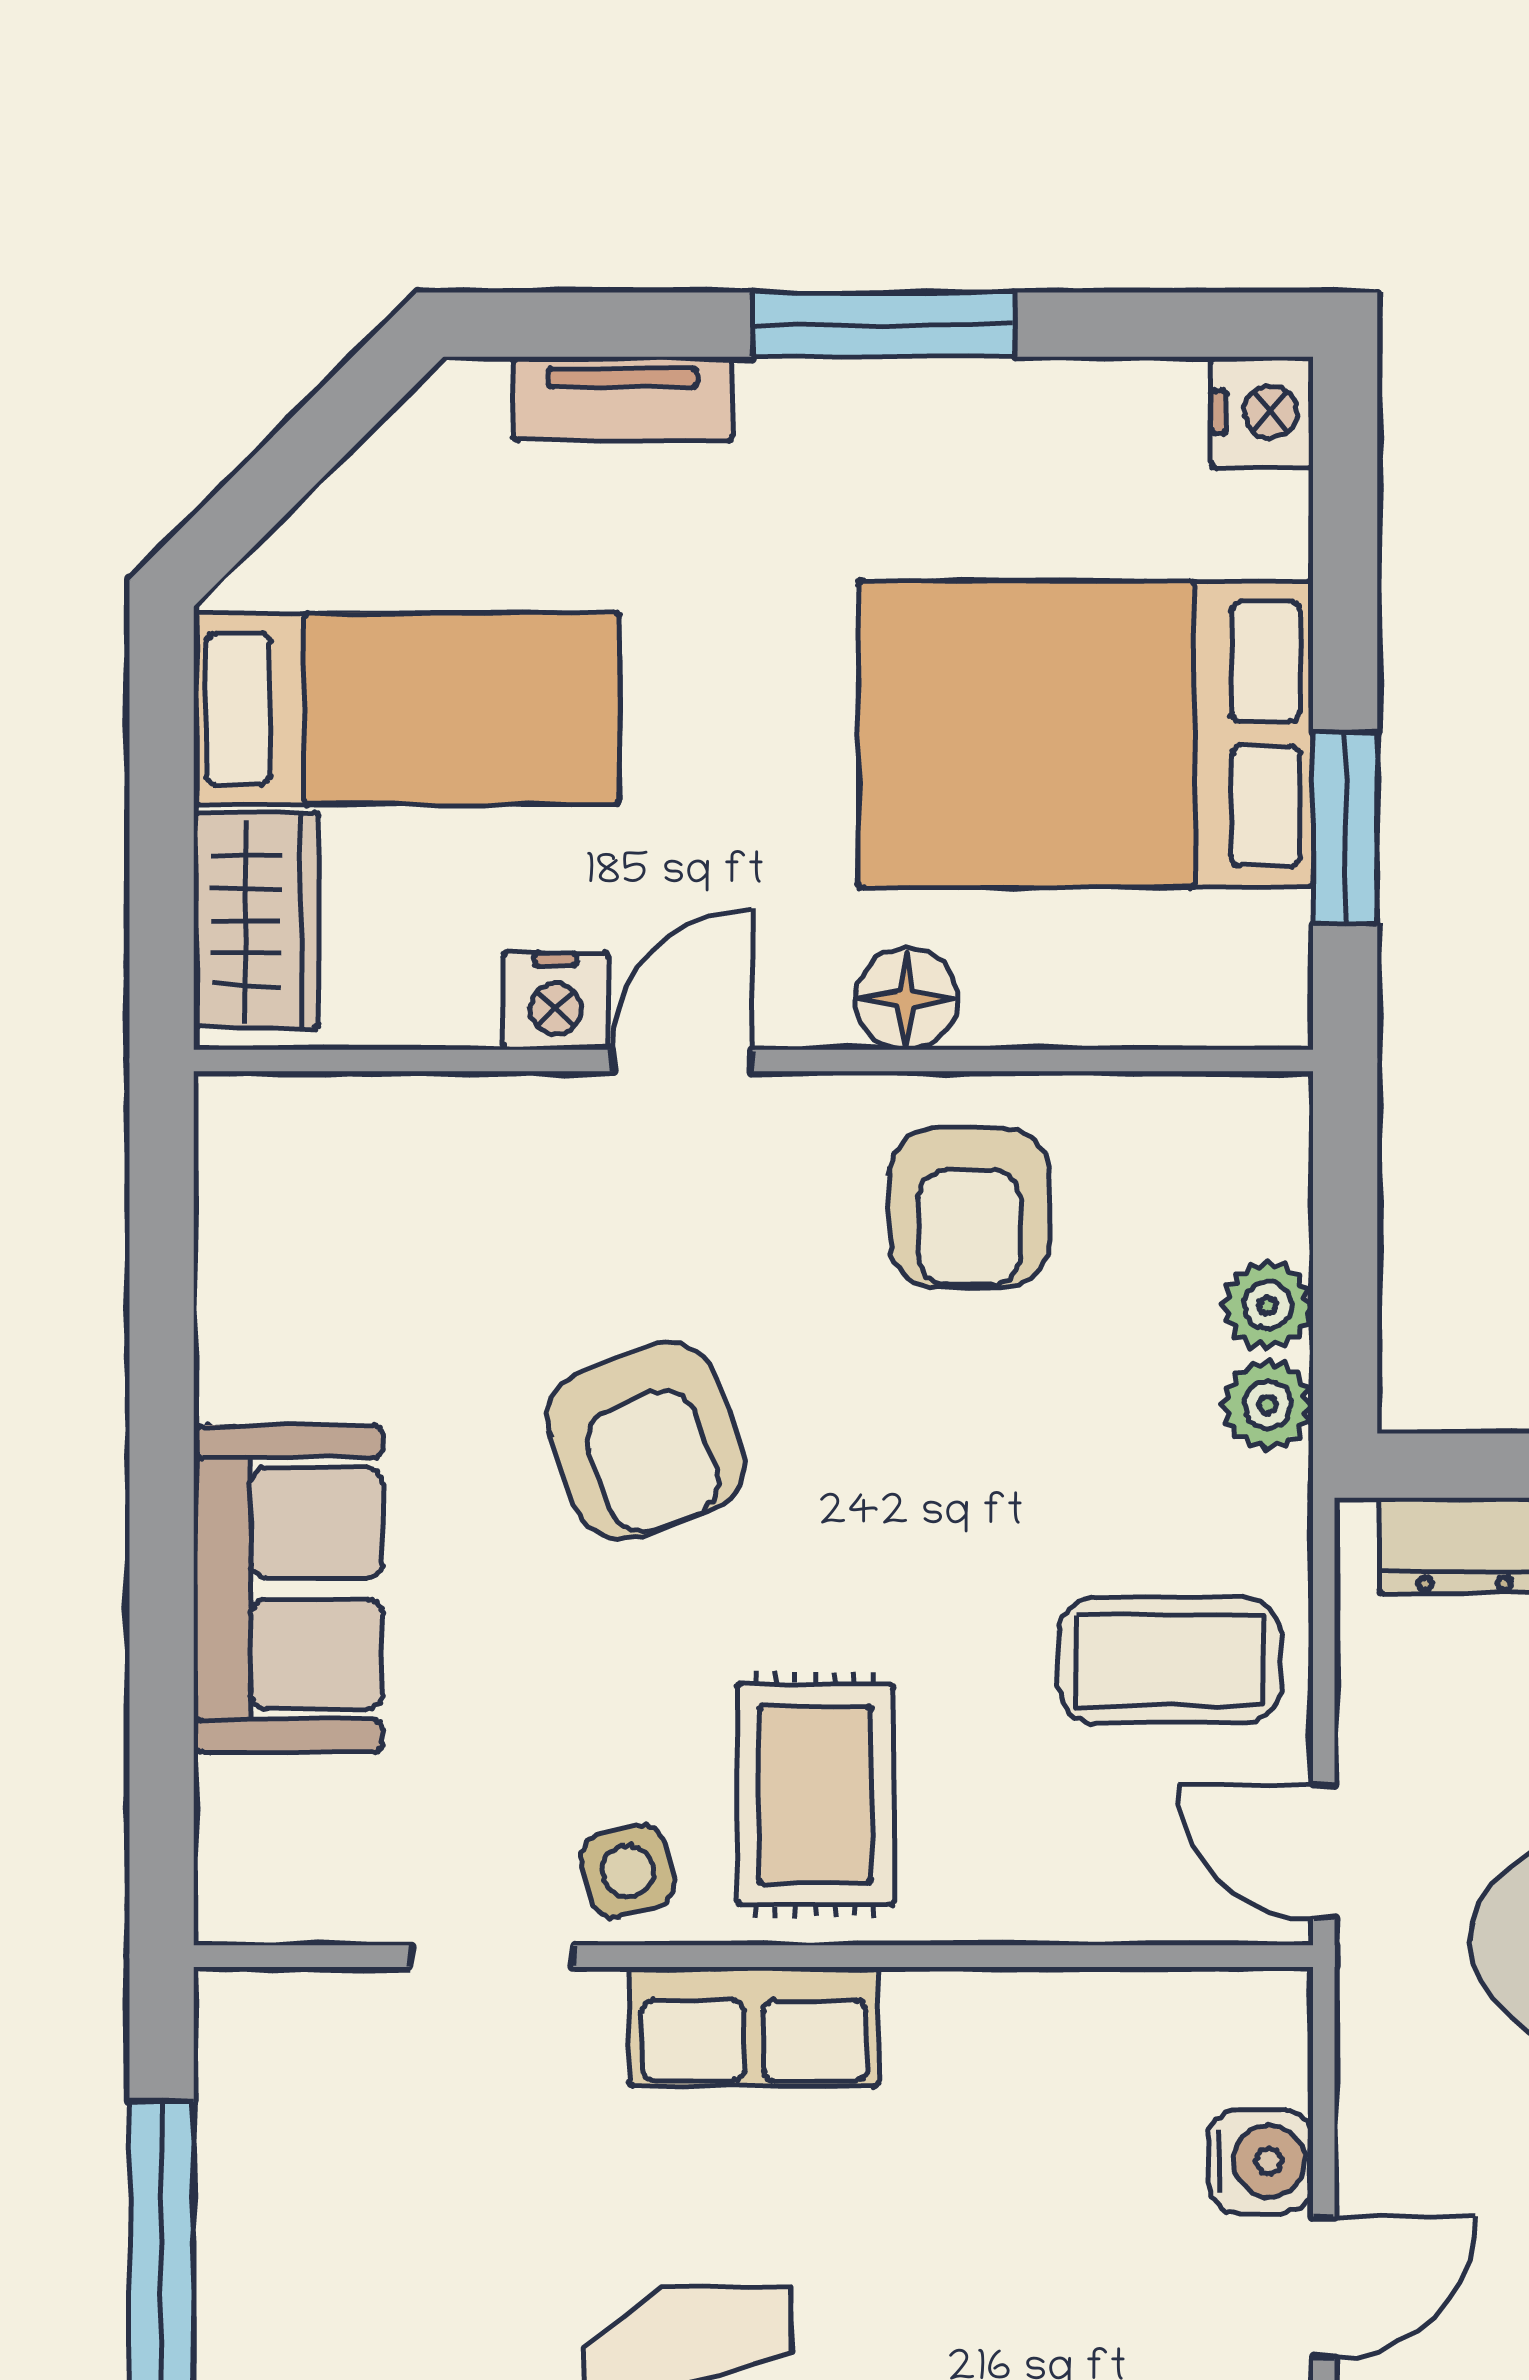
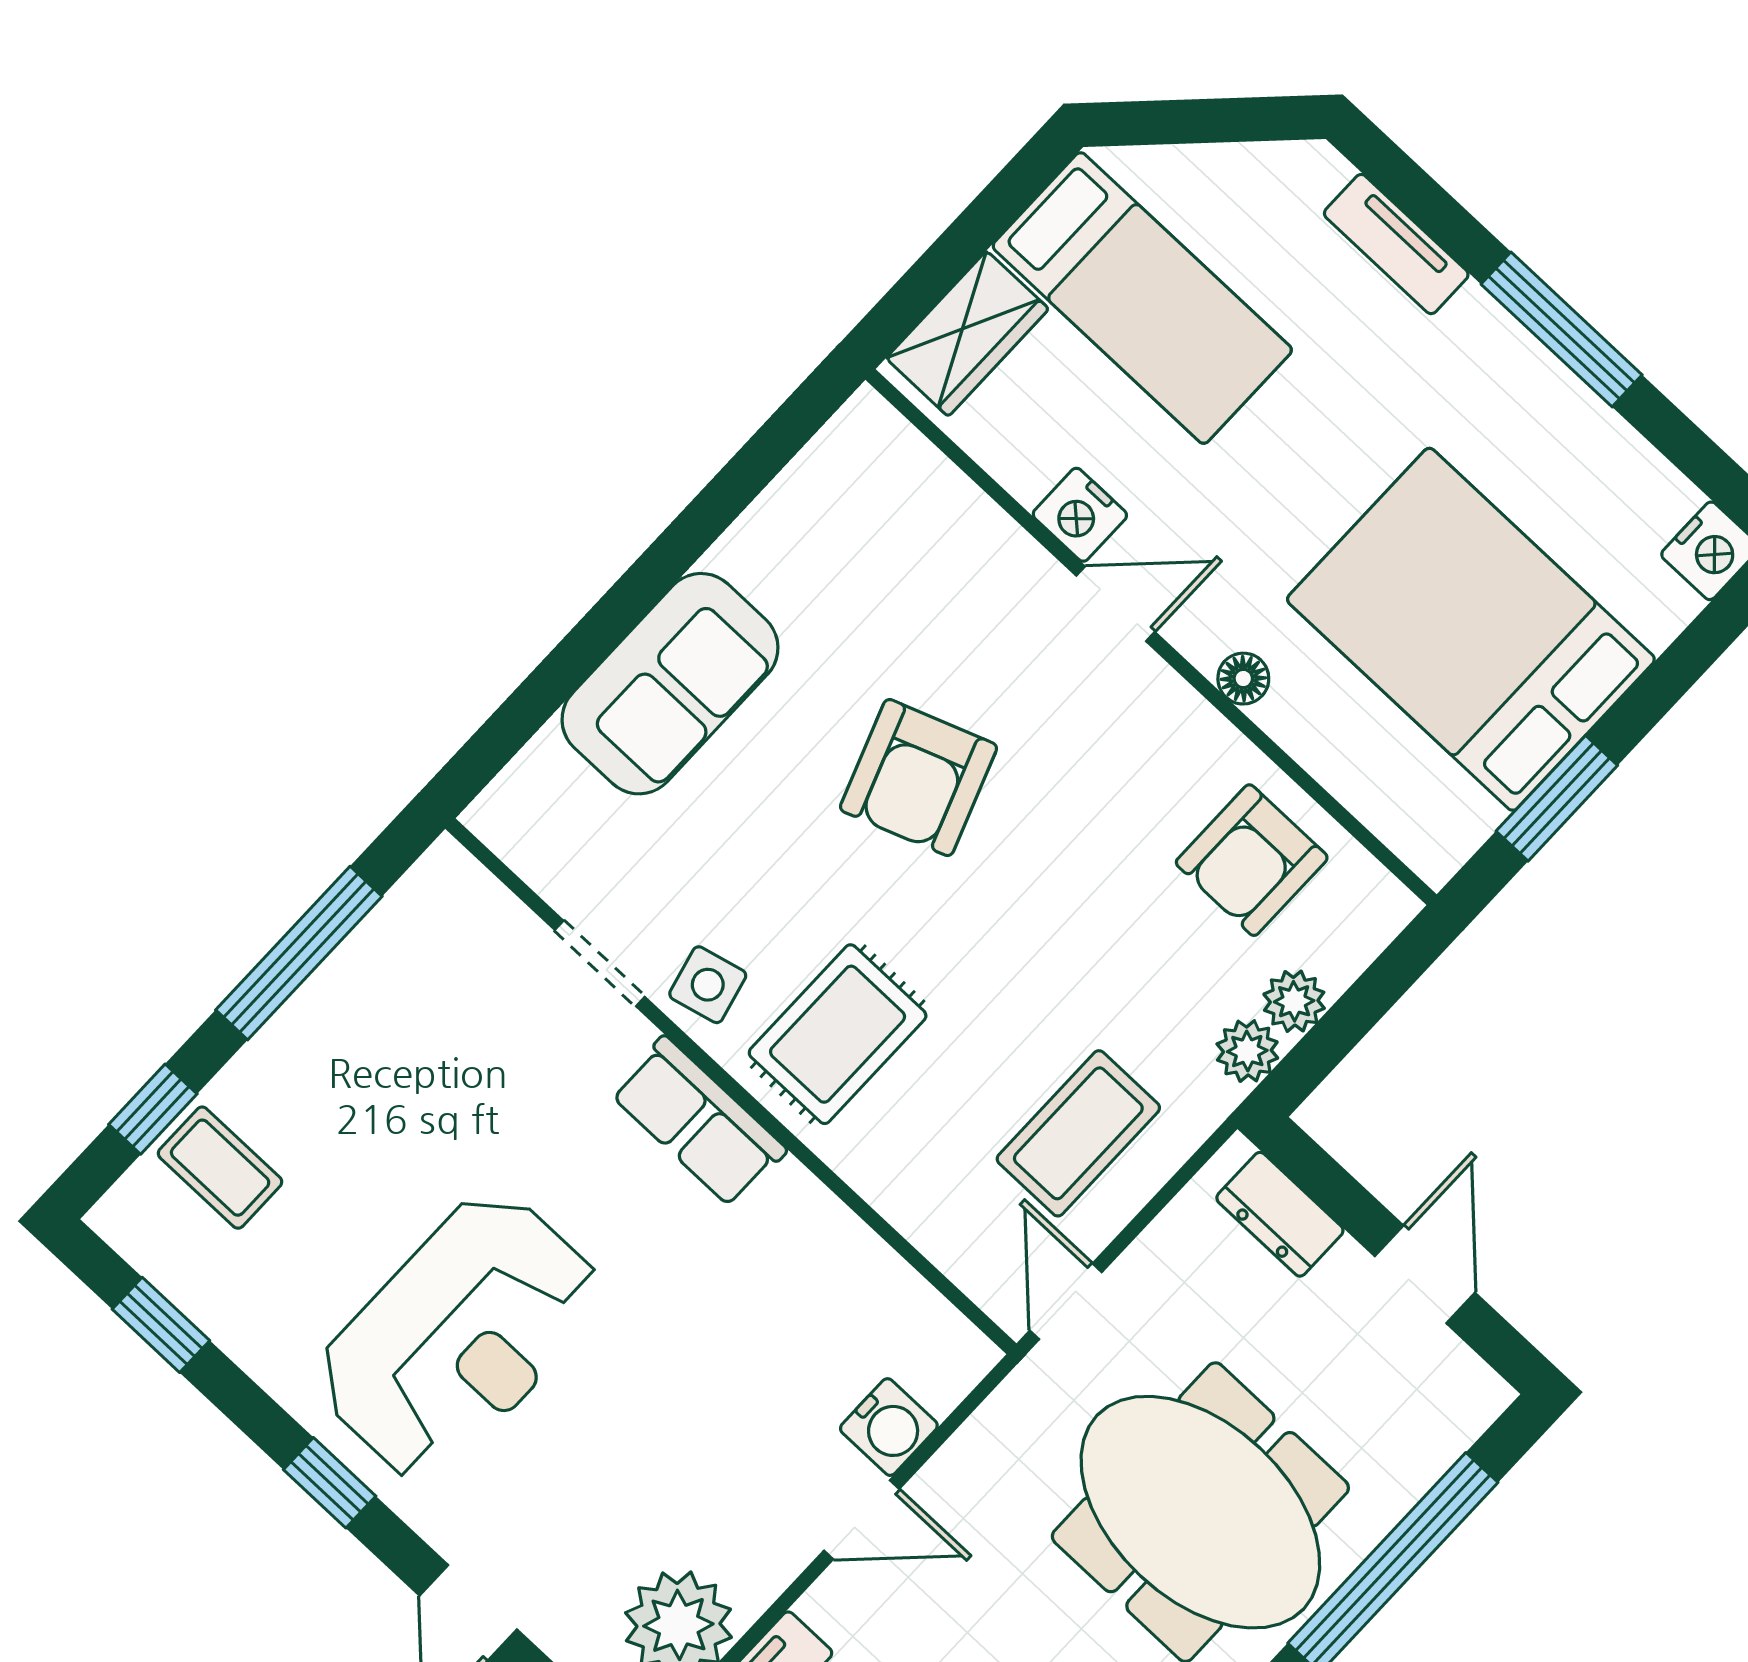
floor lamp: (906, 999) -> (1243, 679), width x0.73, depth x0.73
armchair: (970, 1208) -> (1252, 860), moved
coffee table: (1170, 1660) -> (1078, 1133), turned 90

